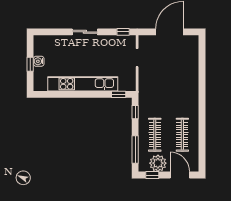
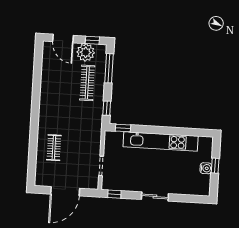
clothes rail: (182, 135) -> (54, 148), moved, width x0.73

